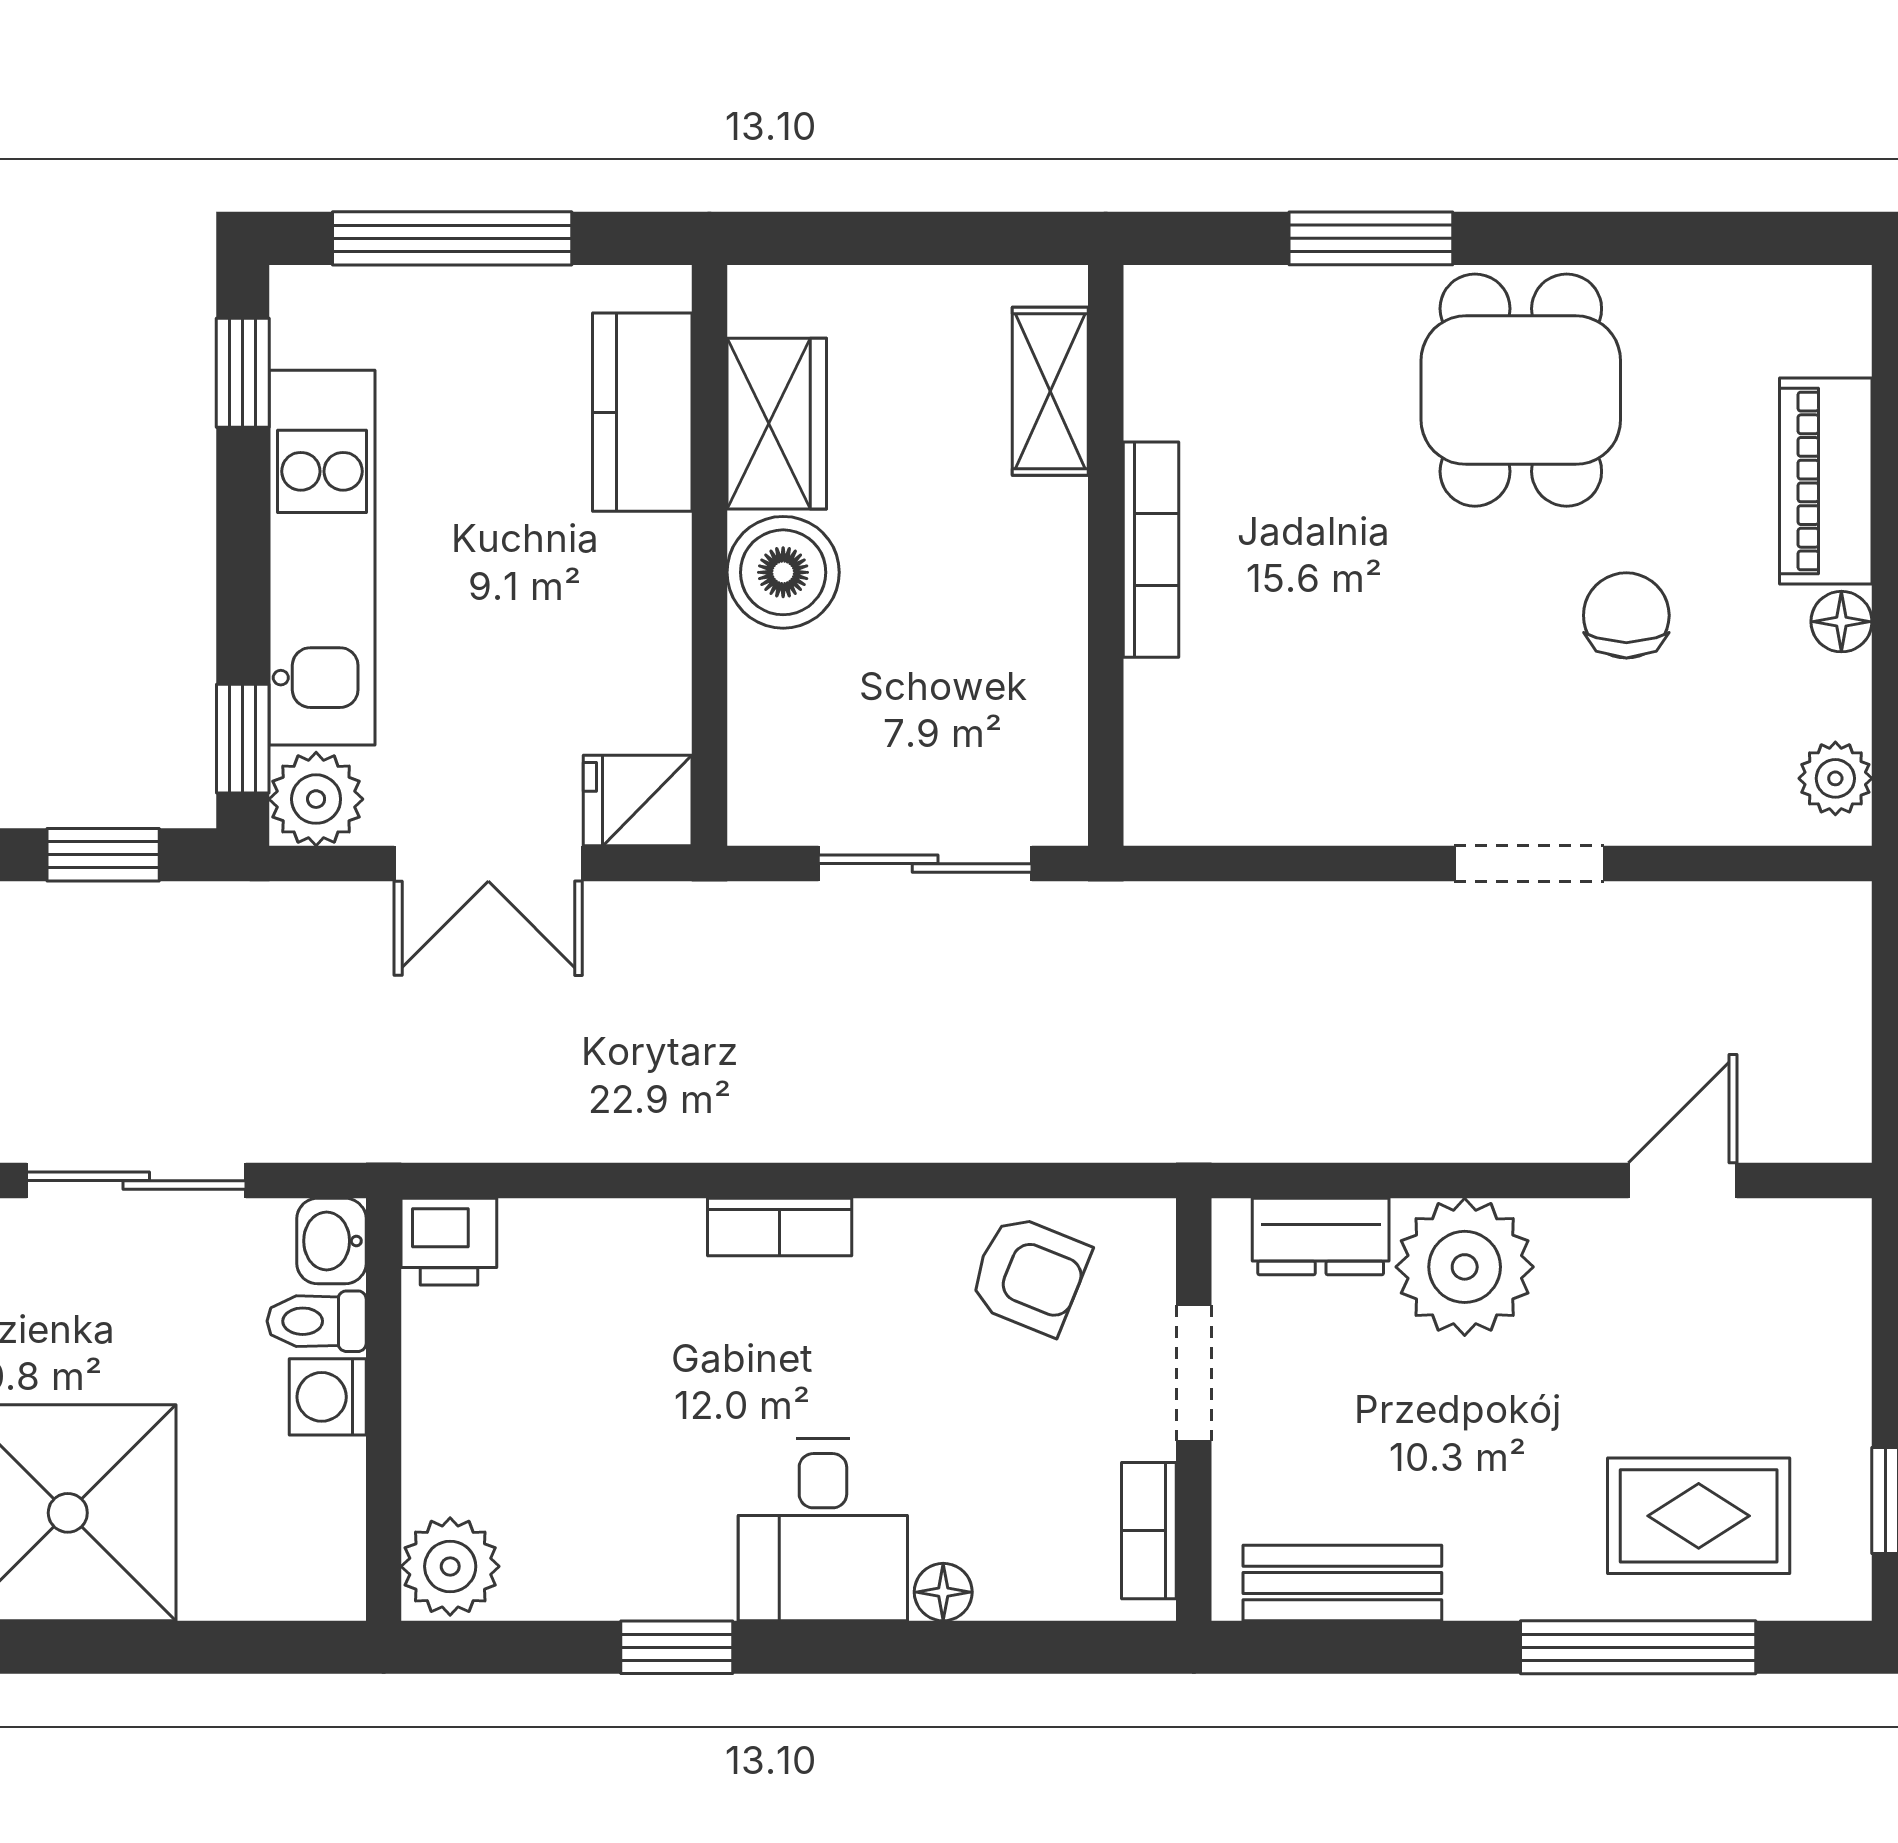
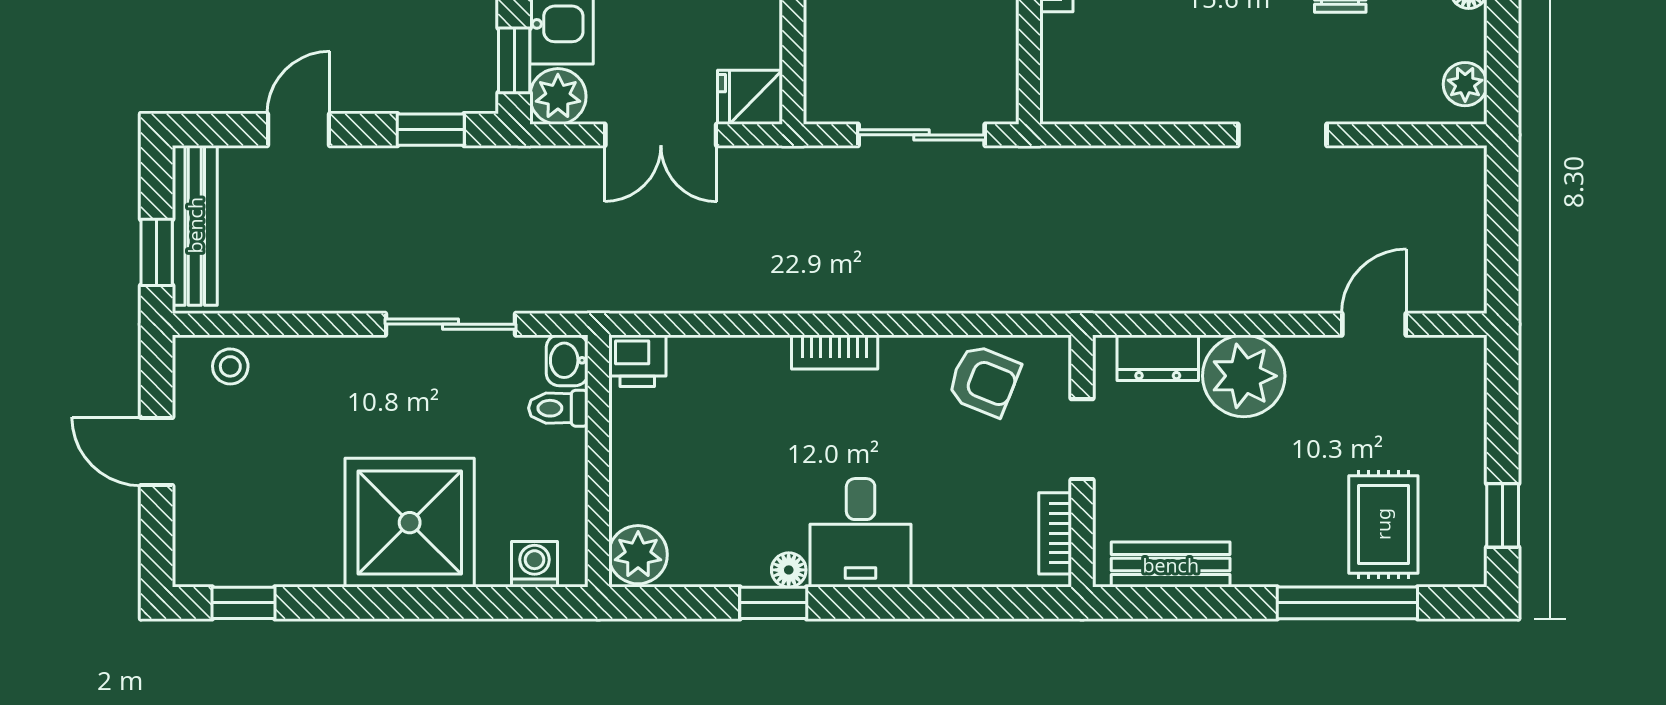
washing machine: (328, 1397) -> (534, 564), moved, turned 90
rug: (1699, 1516) -> (1383, 524), turned 90
floor lamp: (943, 1592) -> (789, 570), moved

